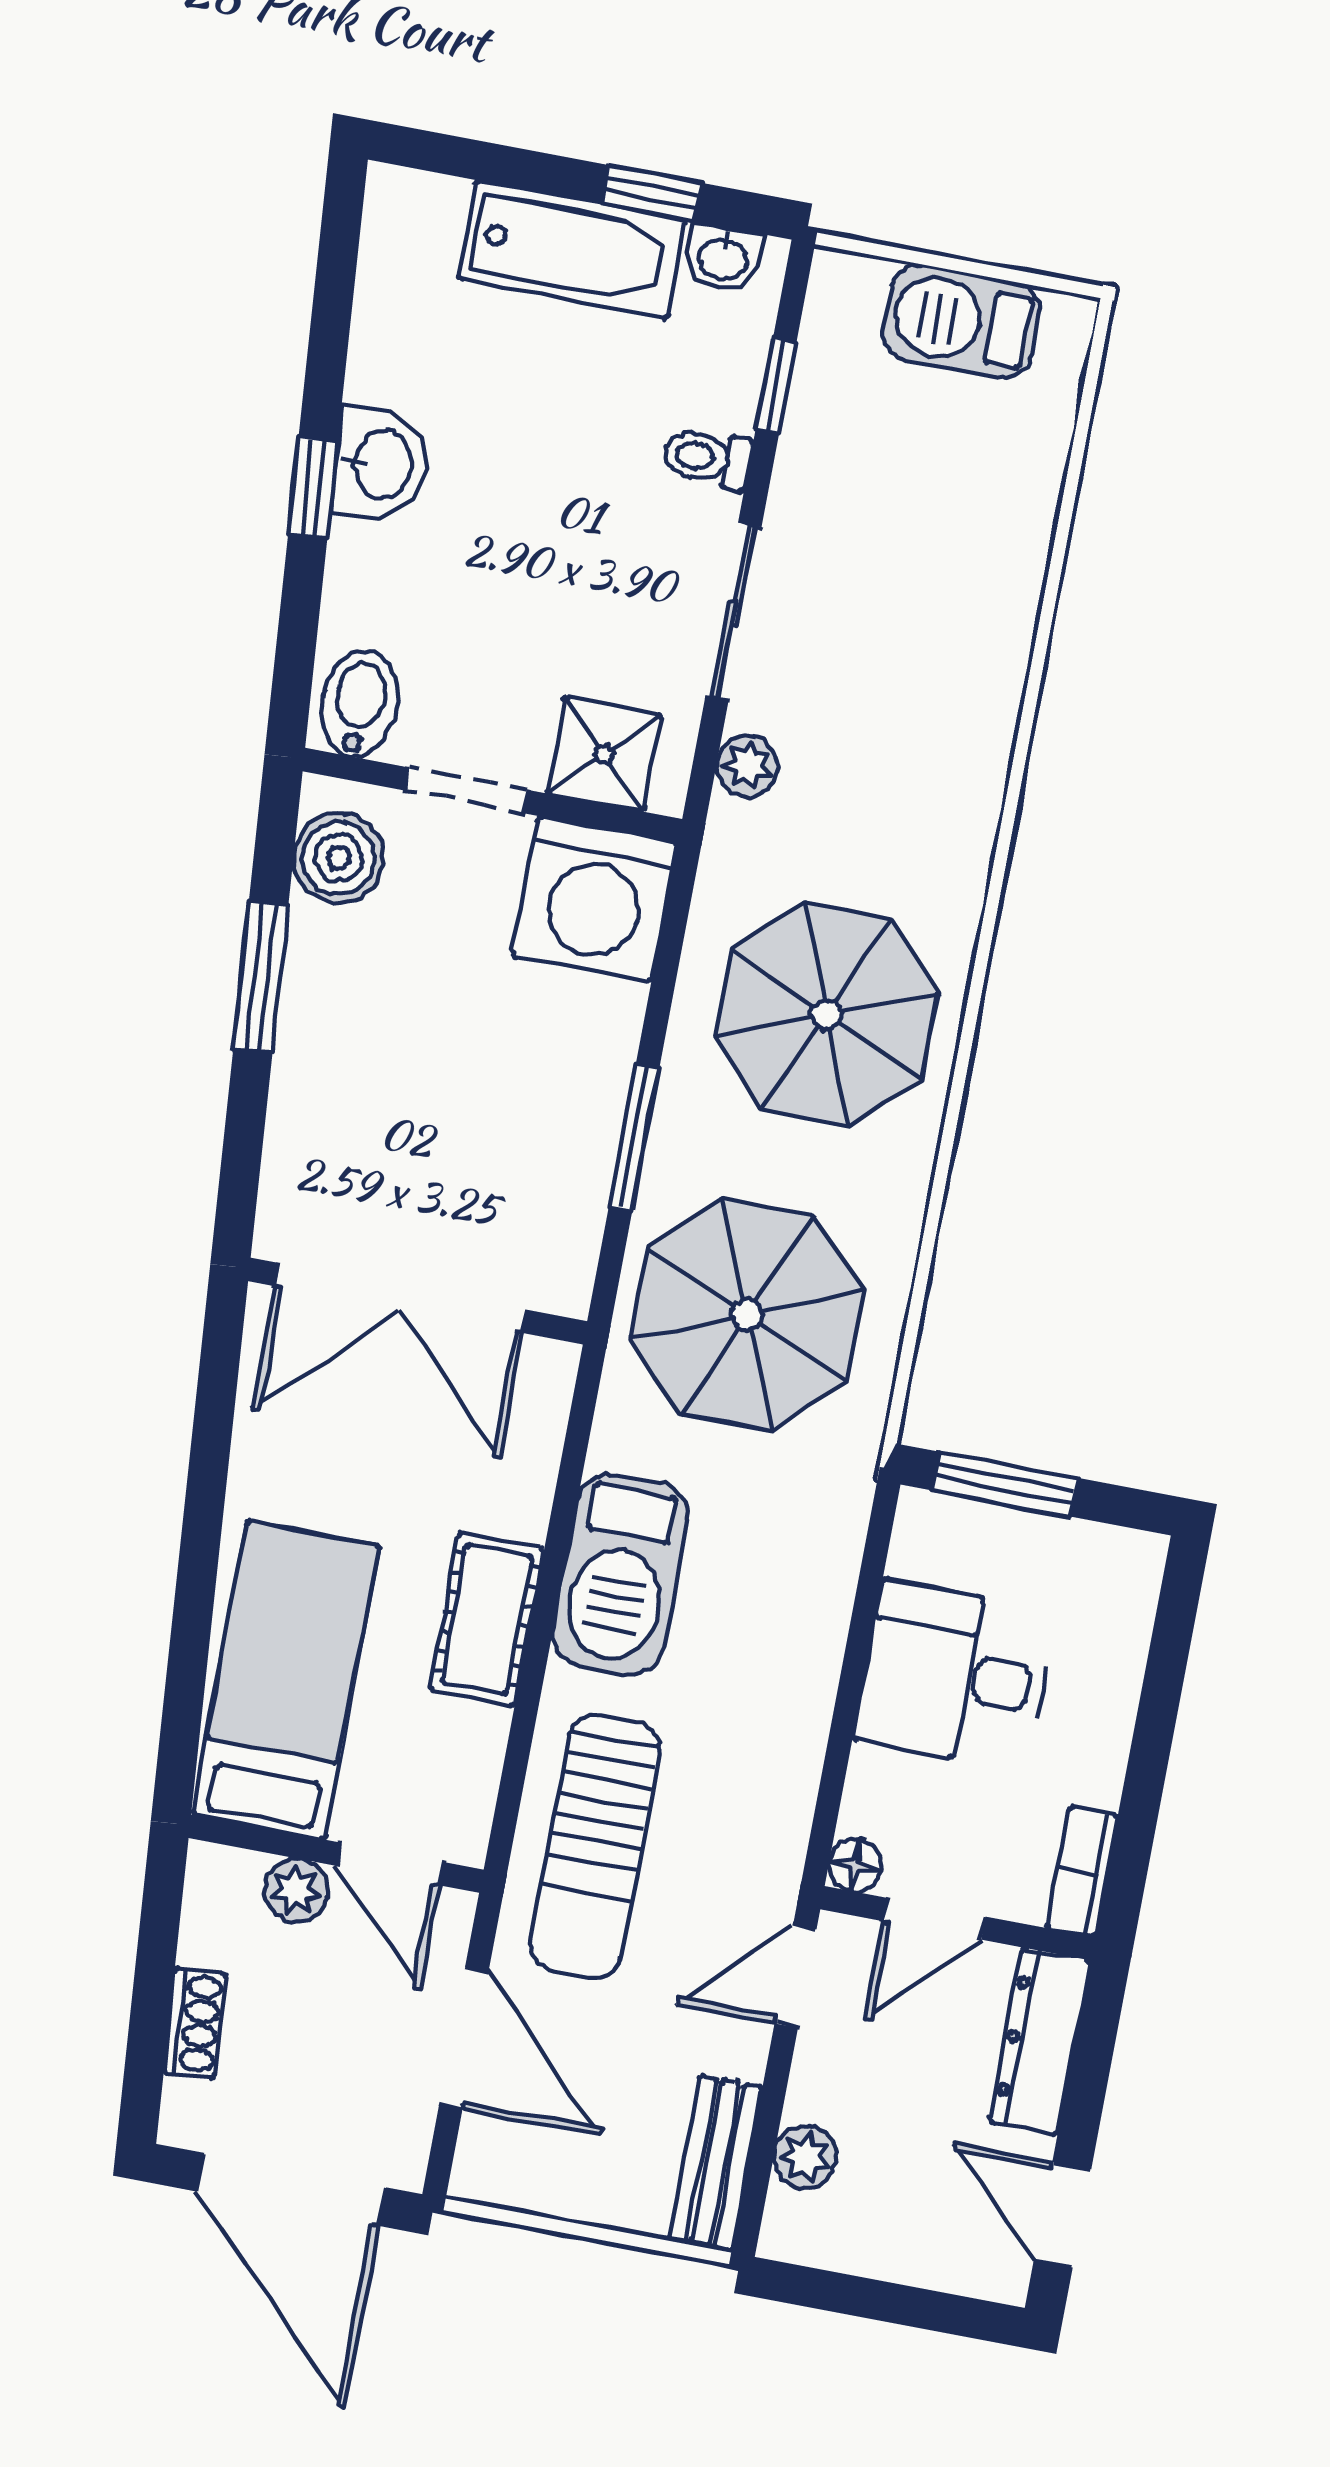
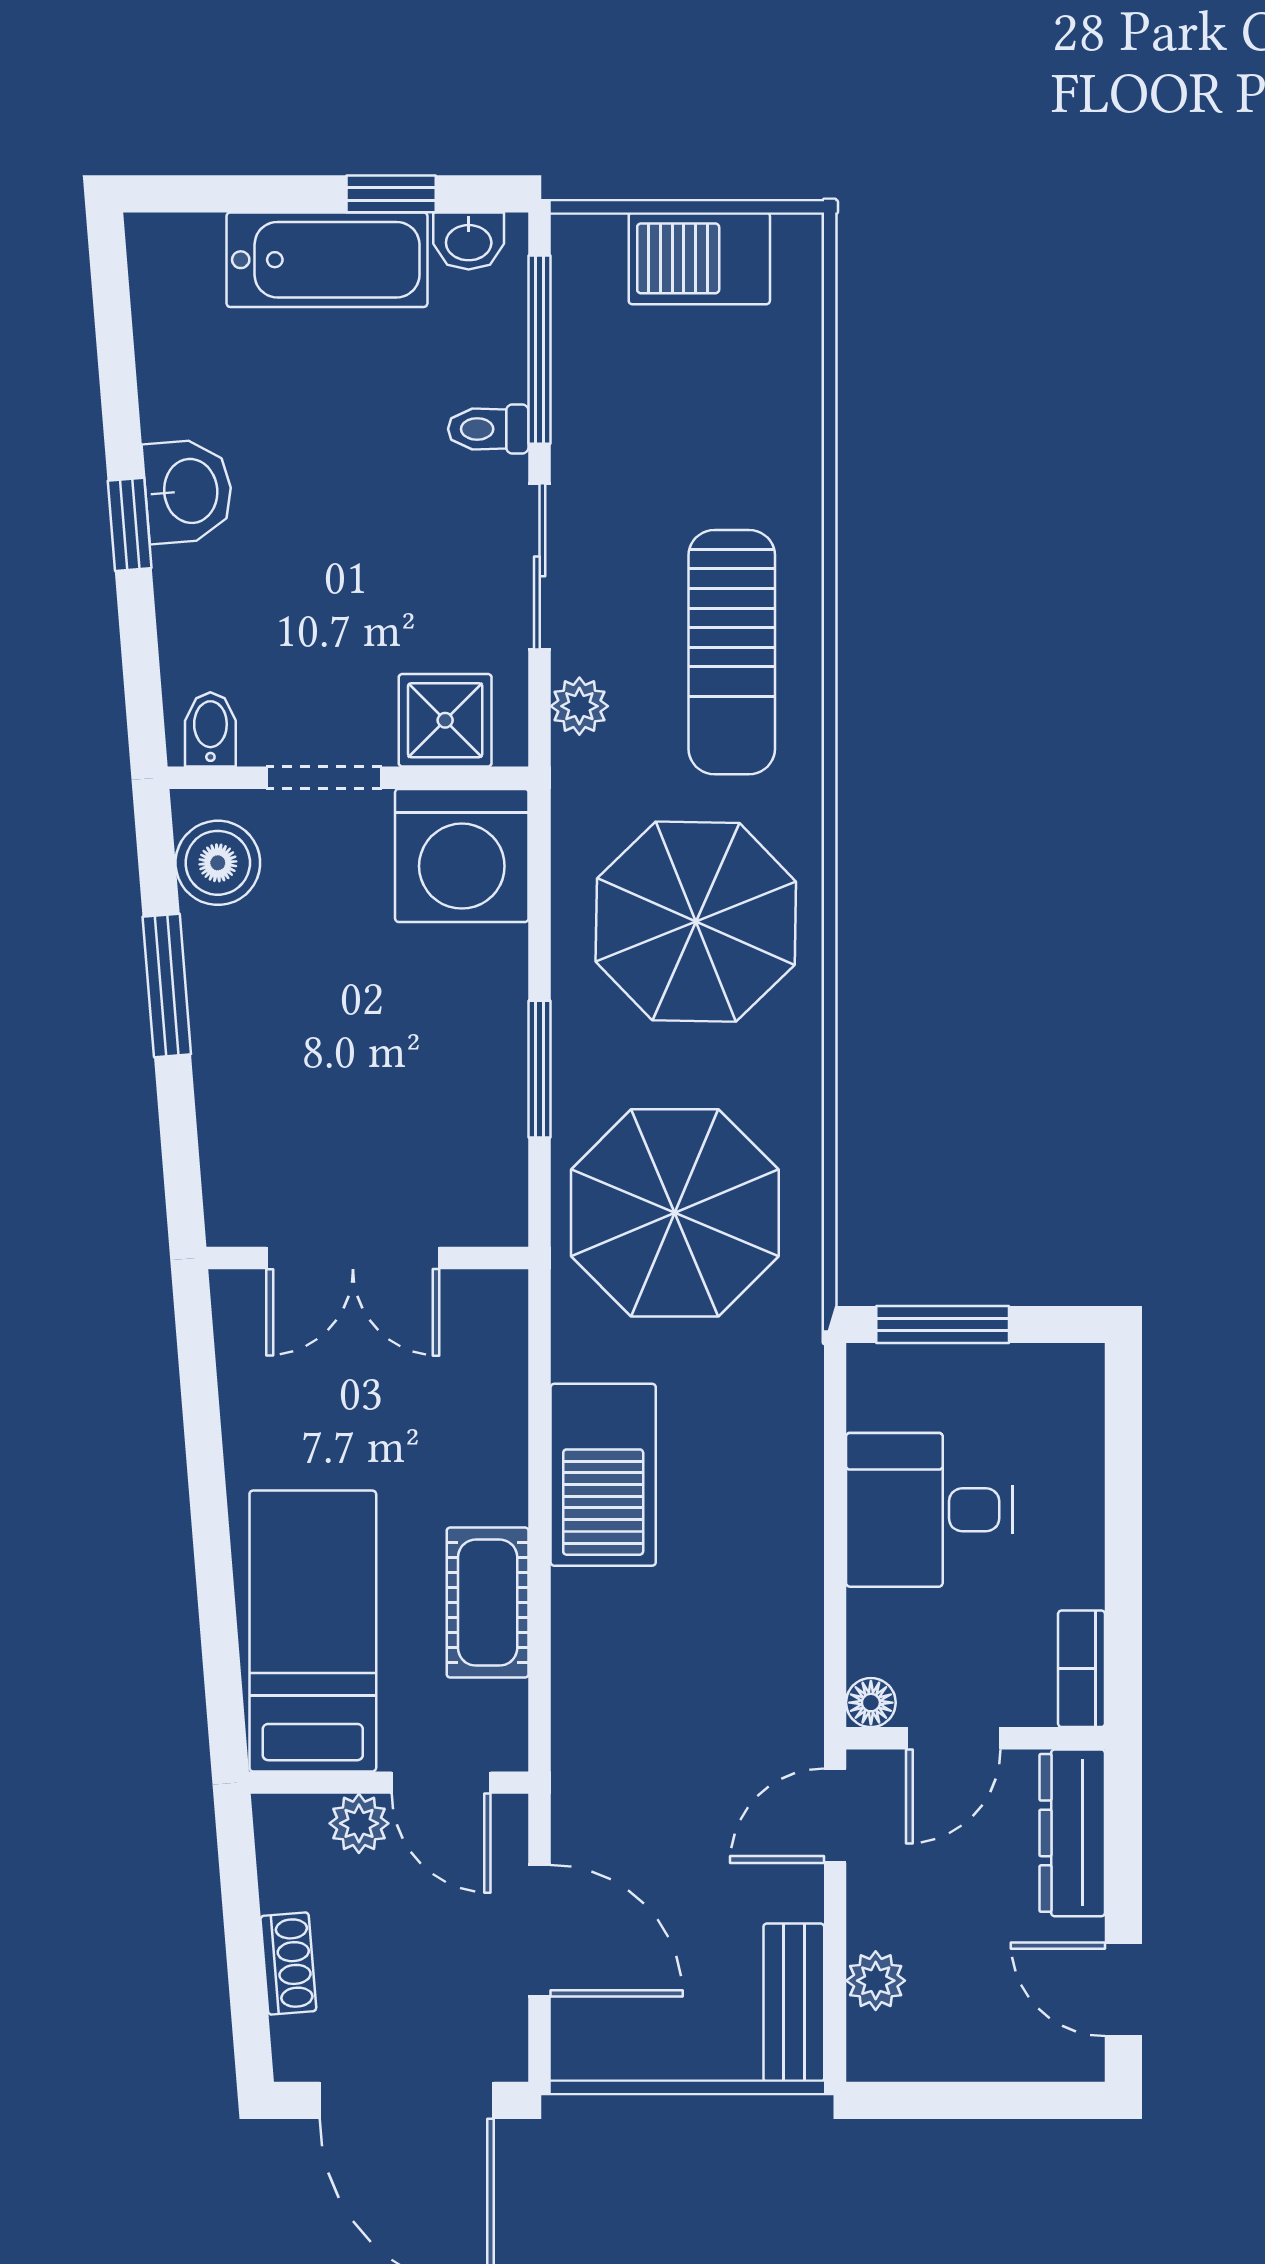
window: (776, 385) -> (540, 350), width x2.17
bidet: (360, 703) -> (210, 729), width x0.72, depth x0.74
double door: (401, 1298) -> (353, 1258), width x0.73
cot: (487, 1619) -> (488, 1603), moved
sun lounger: (595, 1847) -> (732, 652), moved

